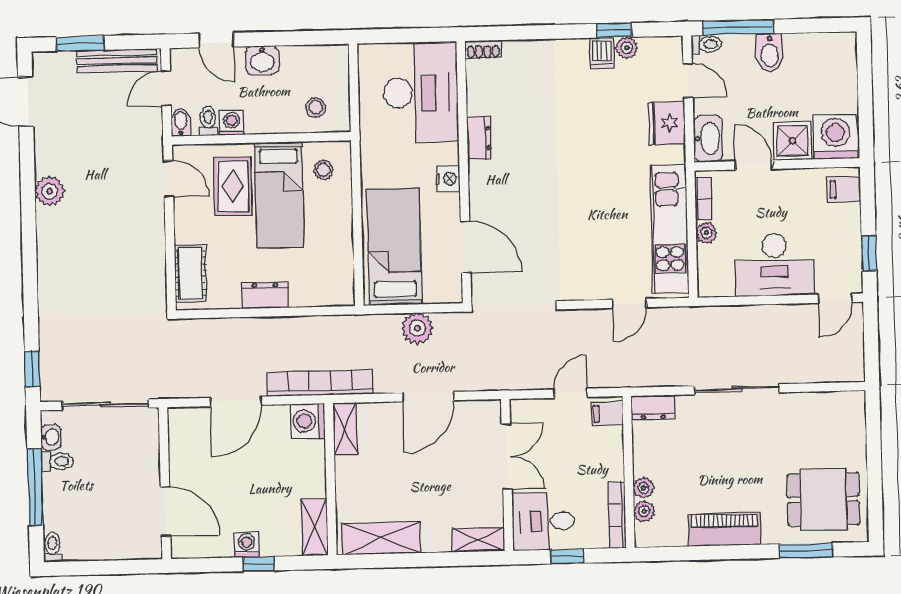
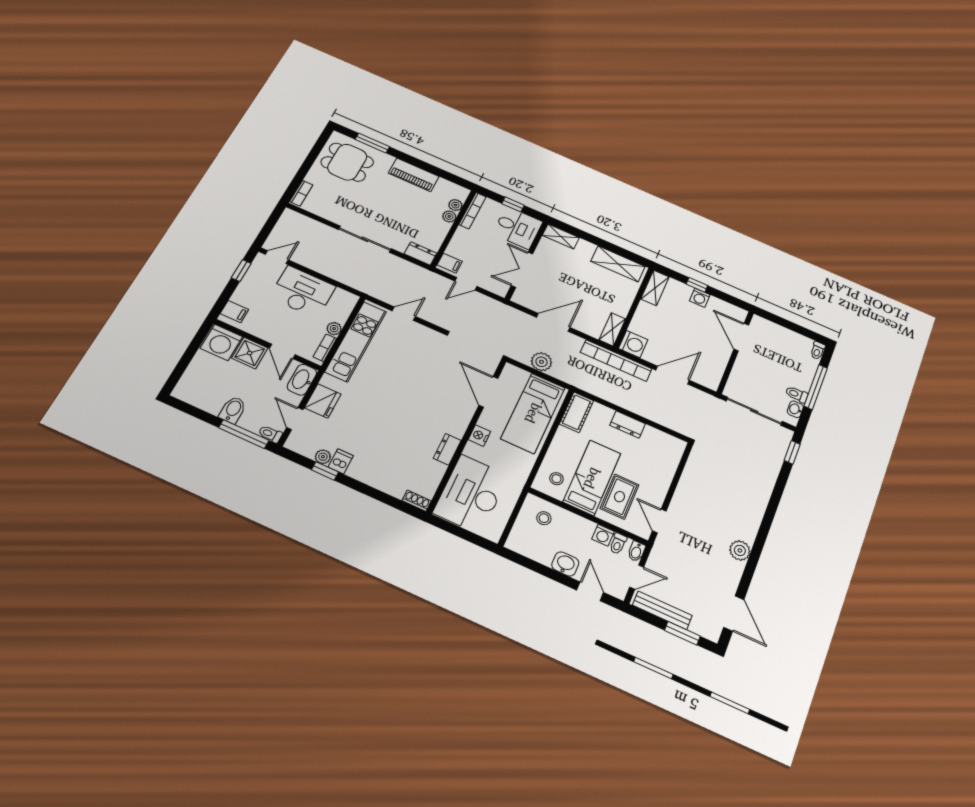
cot: (190, 273) -> (576, 412), moved
bookcase: (857, 415) -> (301, 193), added

